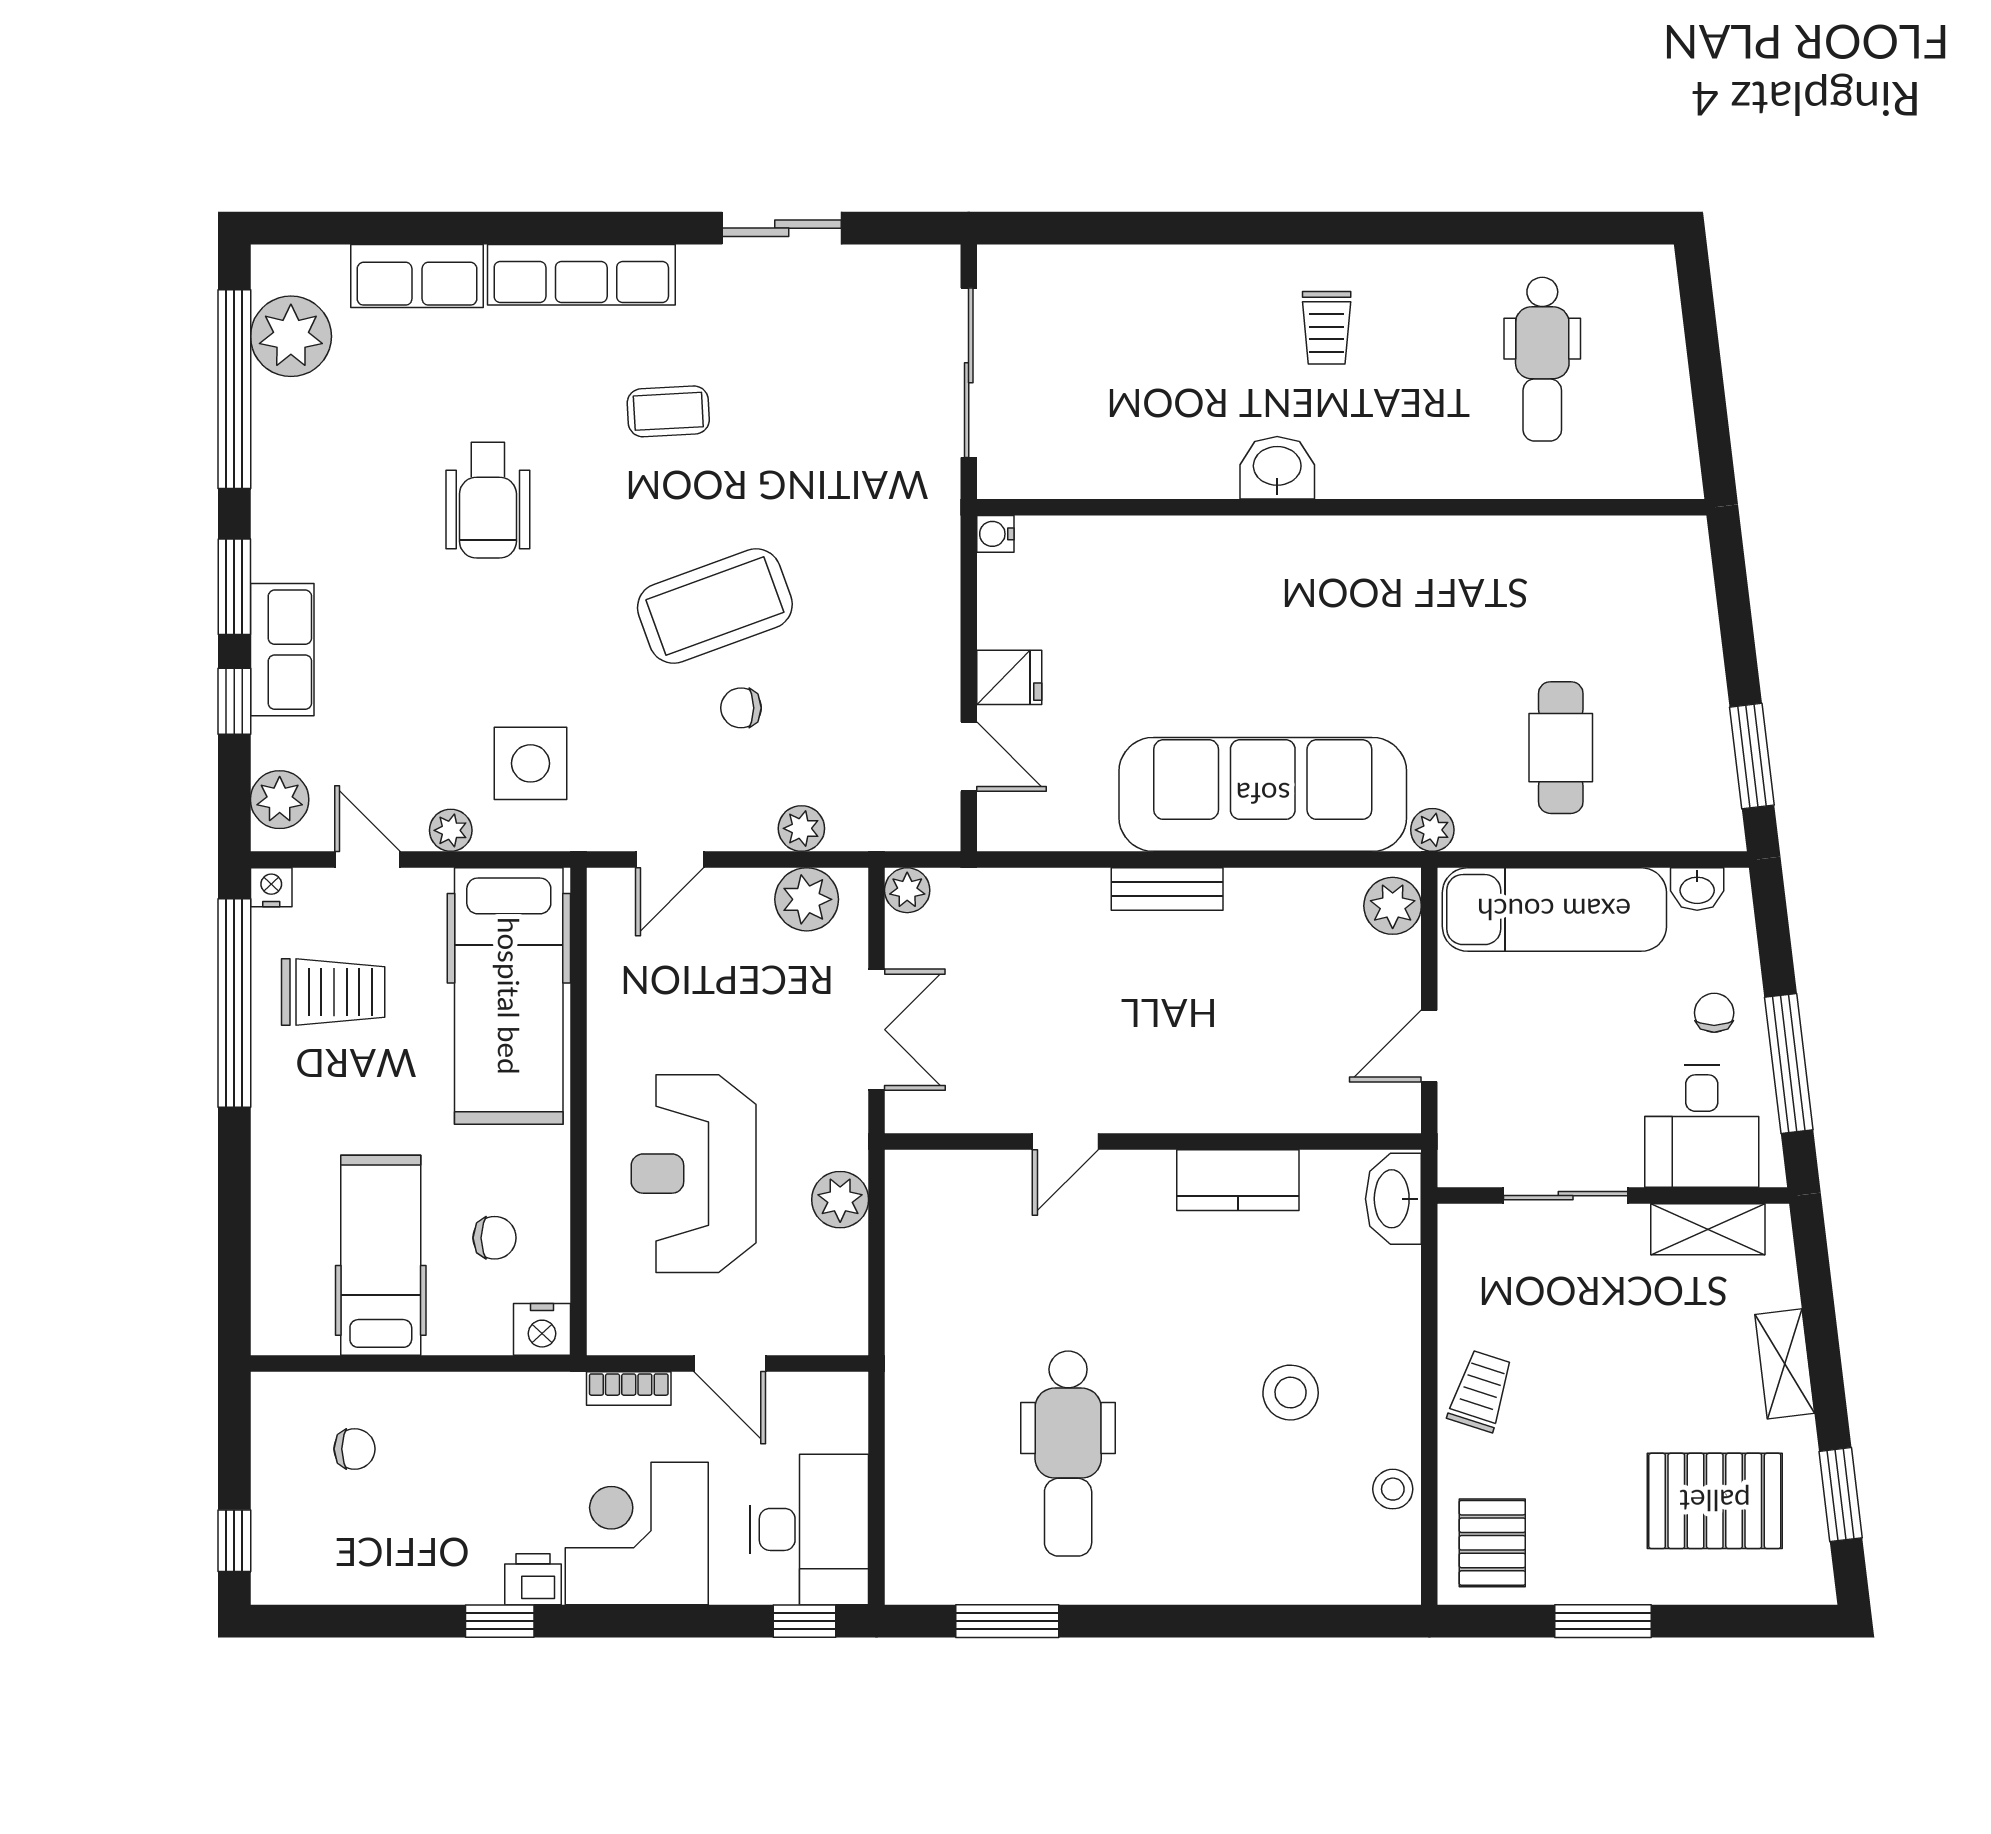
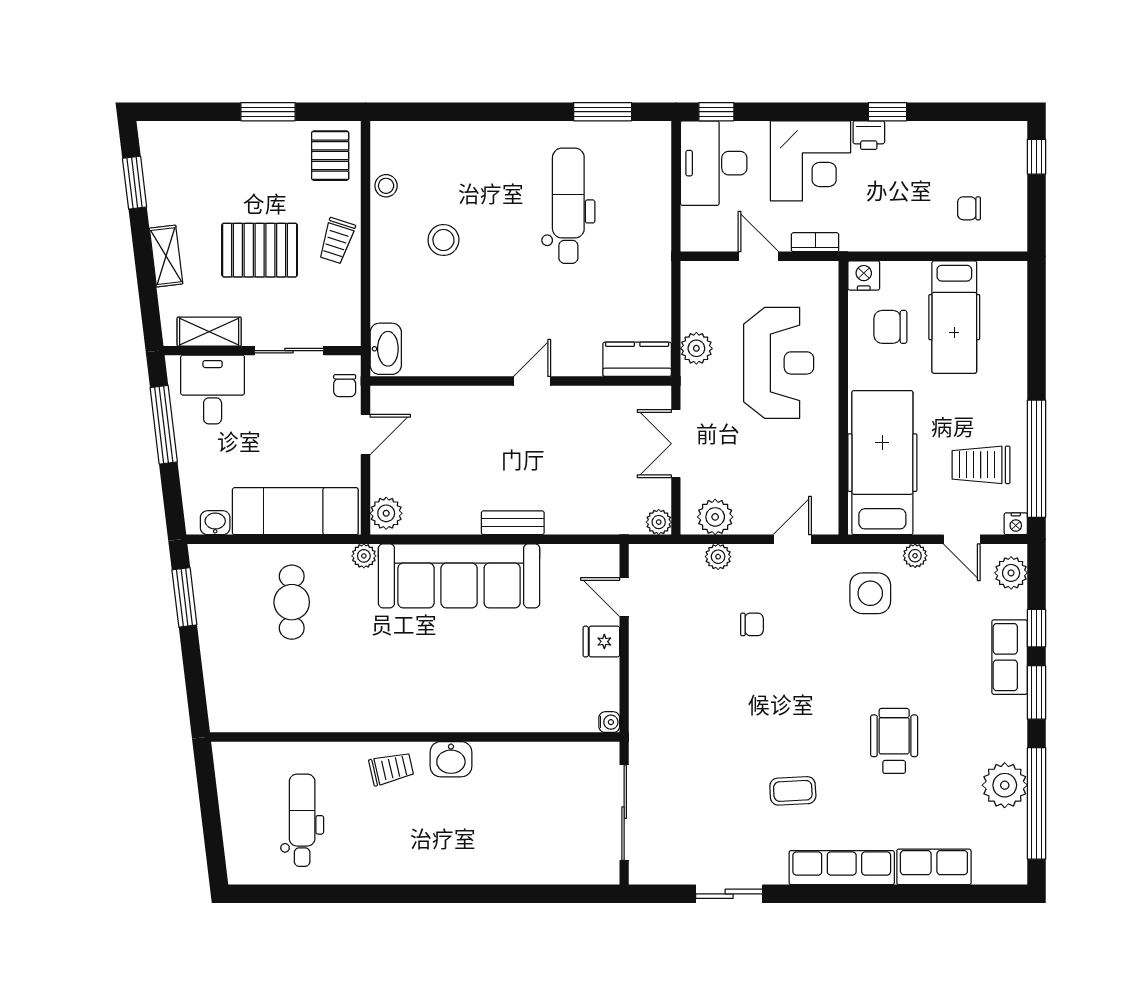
trolley: (1327, 328) -> (391, 769), moved, turned 77
plant: (291, 336) -> (1005, 785), moved
coffee table: (715, 606) -> (767, 682), removed
chair: (1714, 1013) -> (345, 386), moved
door: (1065, 1141) -> (532, 381), moved
kitchen counter: (1238, 1180) -> (637, 359), moved
chair: (495, 1238) -> (890, 327), width x1.37, depth x1.37
pallet: (1715, 1501) -> (260, 250), moved

